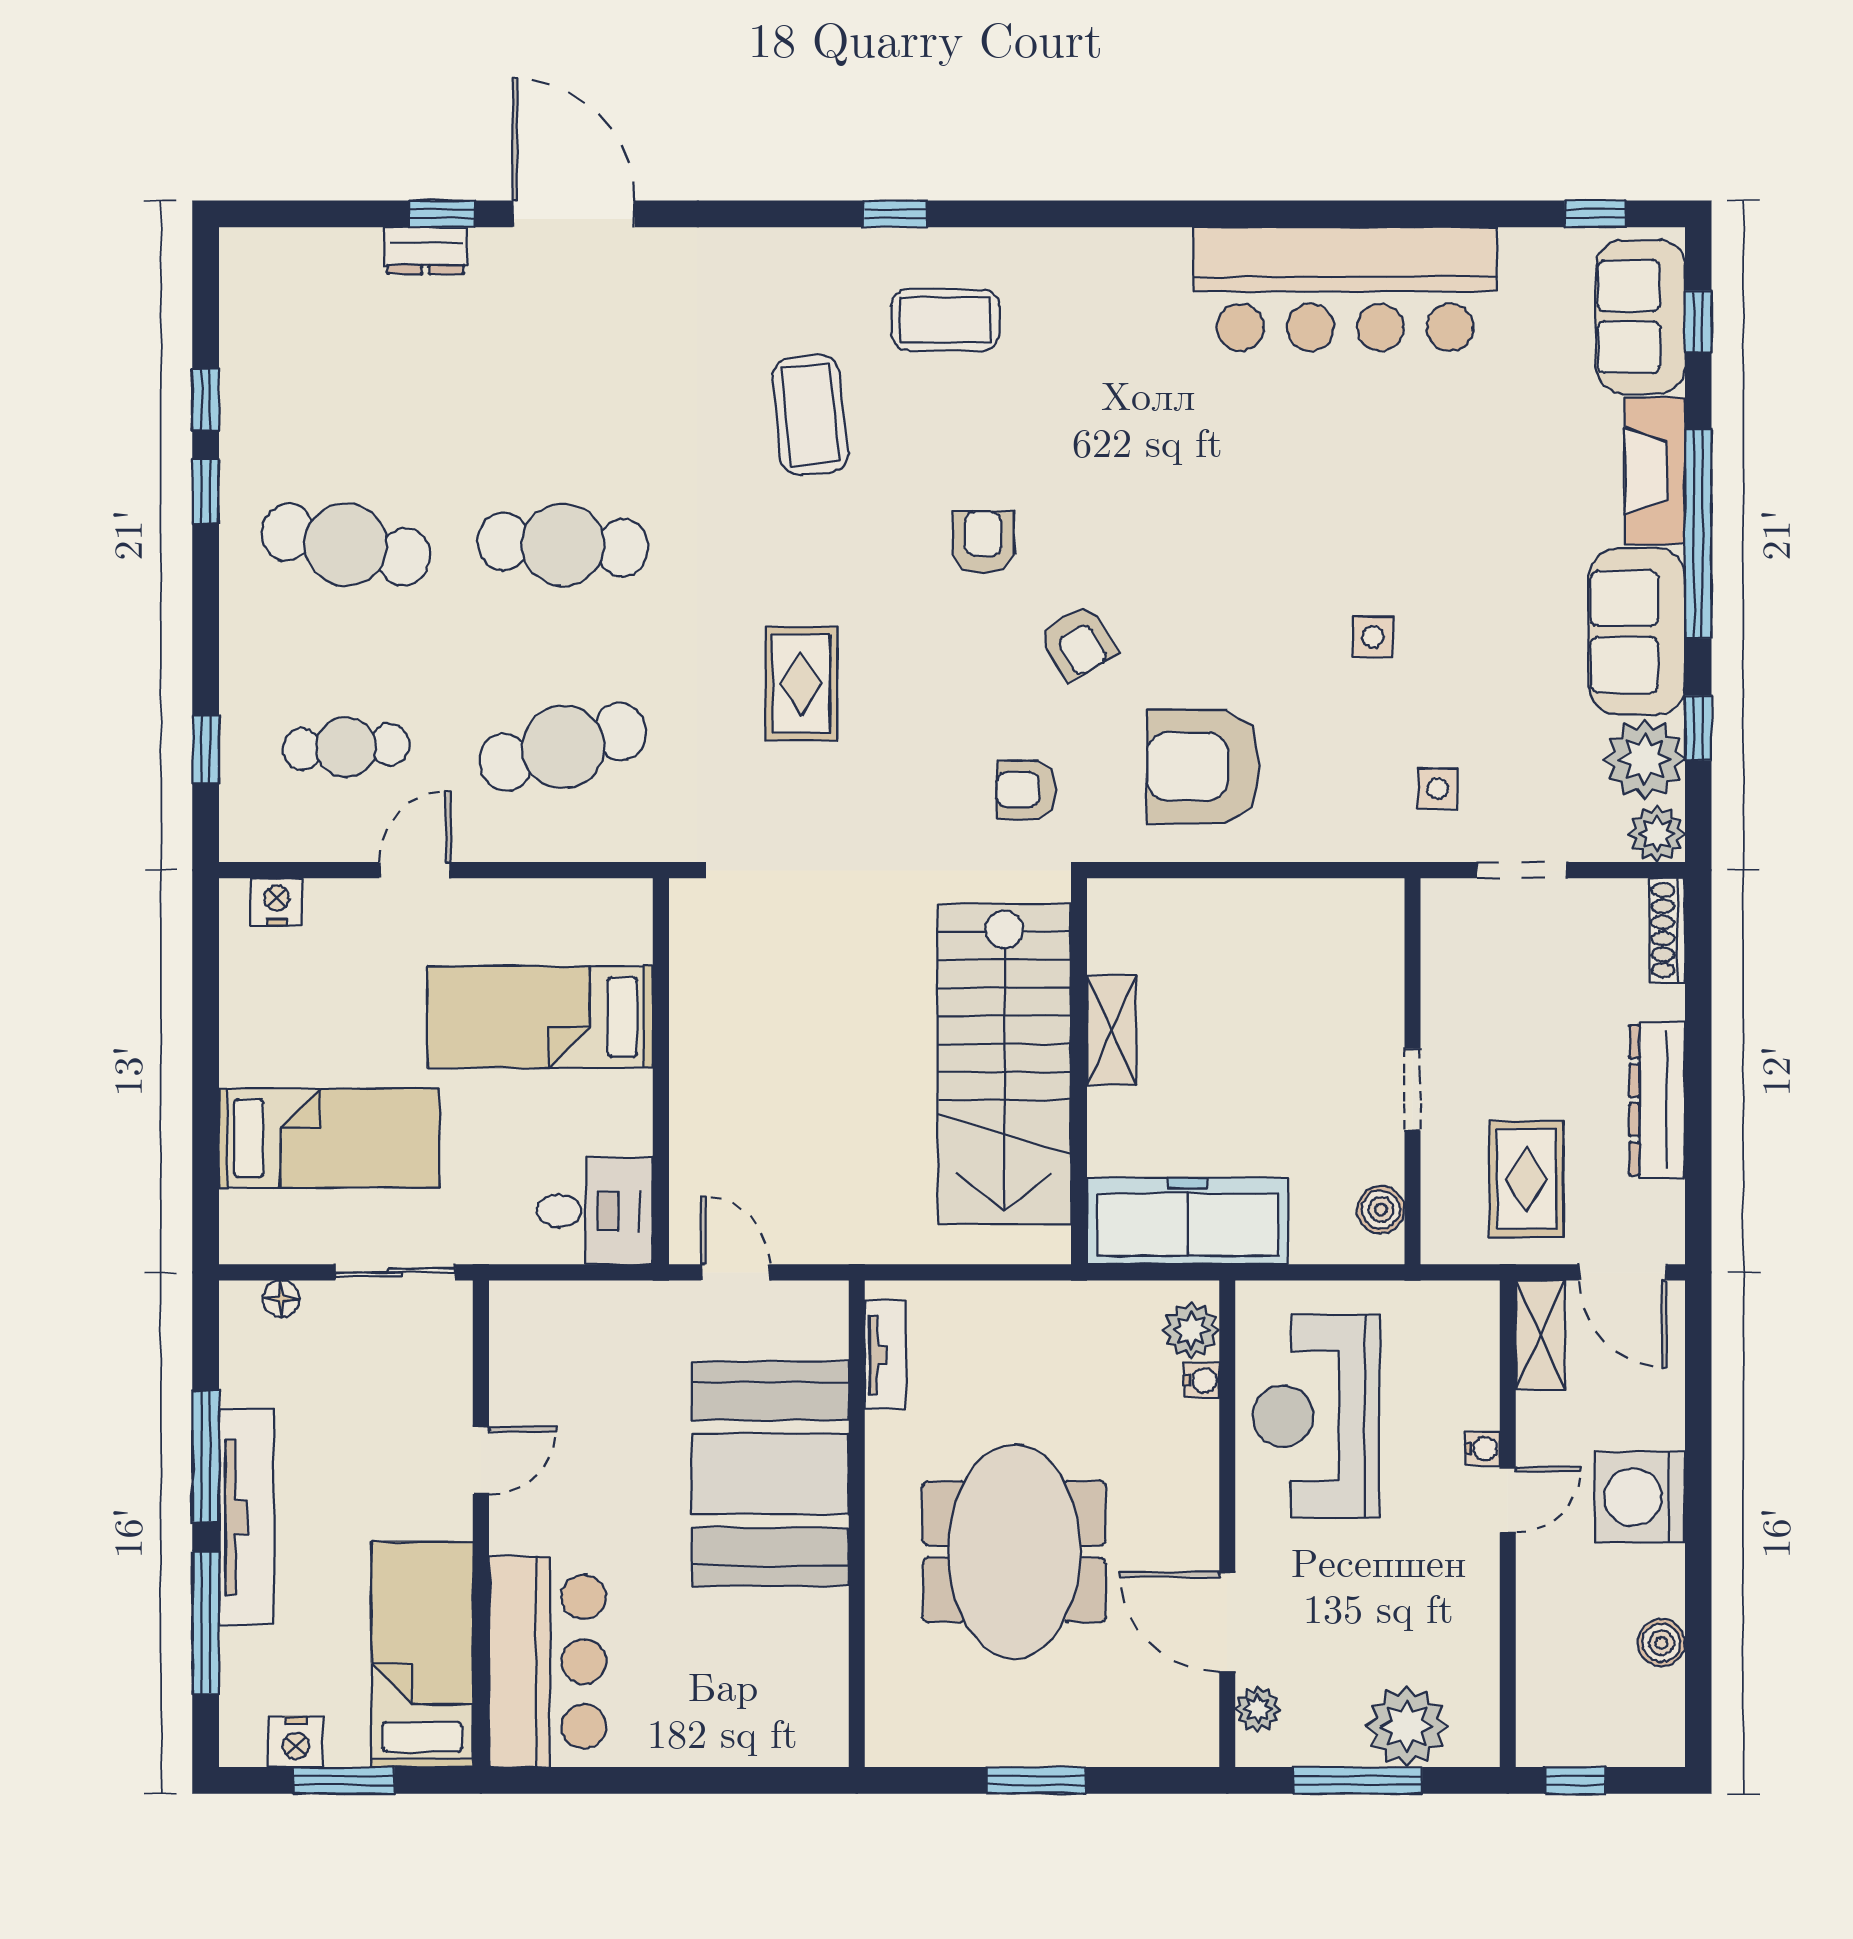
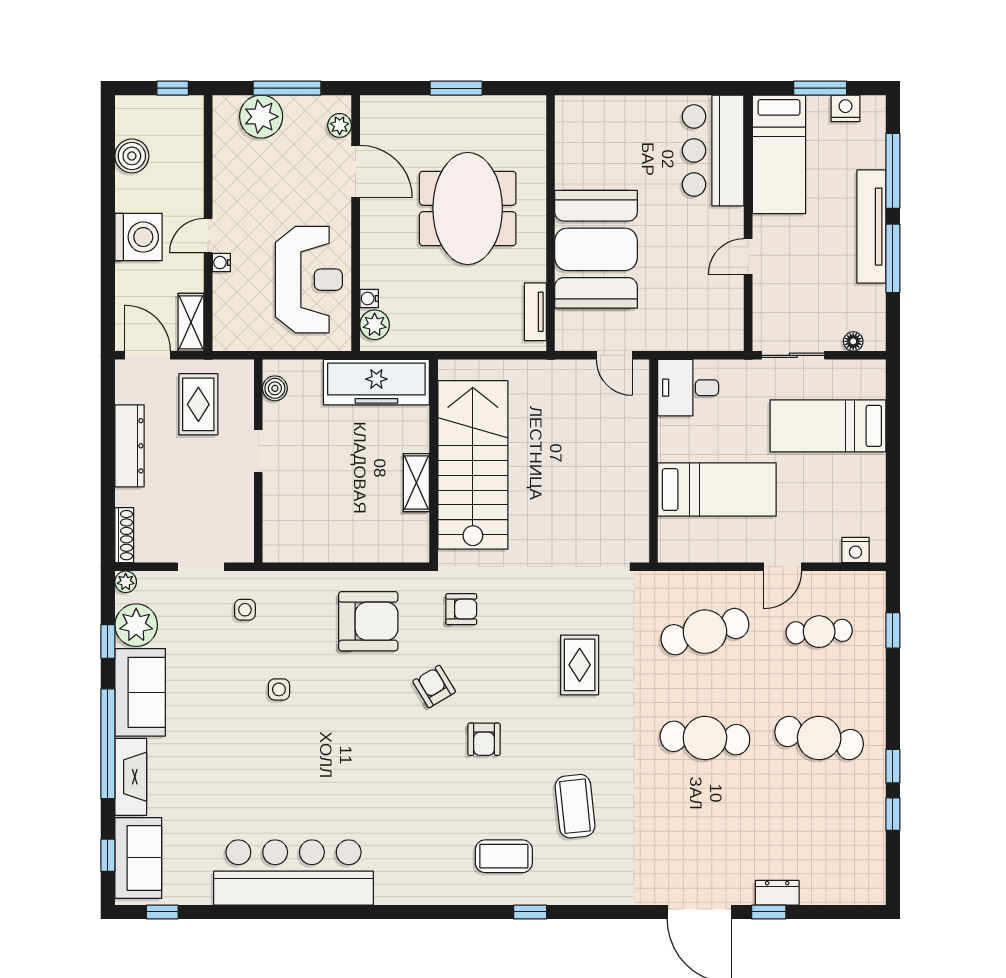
plant: (1657, 834) -> (126, 582), width x0.73, depth x0.73
boiler: (1661, 1643) -> (132, 156), width x1.36, depth x1.36

